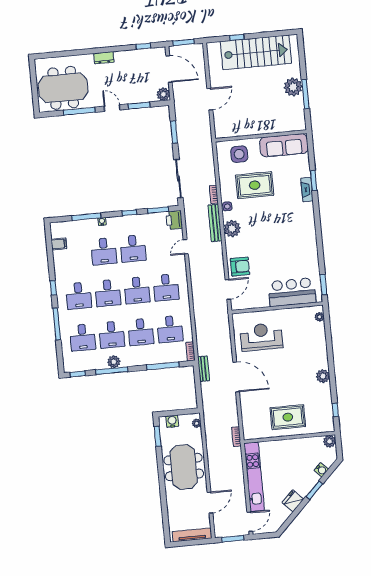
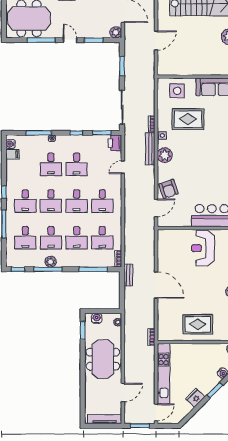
water cooler: (56, 232) -> (11, 144), added
armchair: (240, 267) -> (168, 189), turned 71
reception desk: (261, 337) -> (203, 248), moved, turned -90

